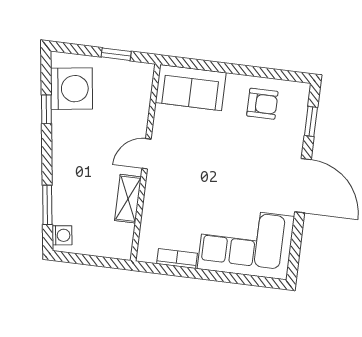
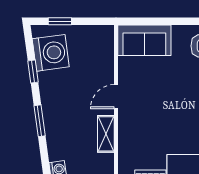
window: (116, 54) -> (60, 21), moved
window: (47, 205) -> (40, 121), moved

